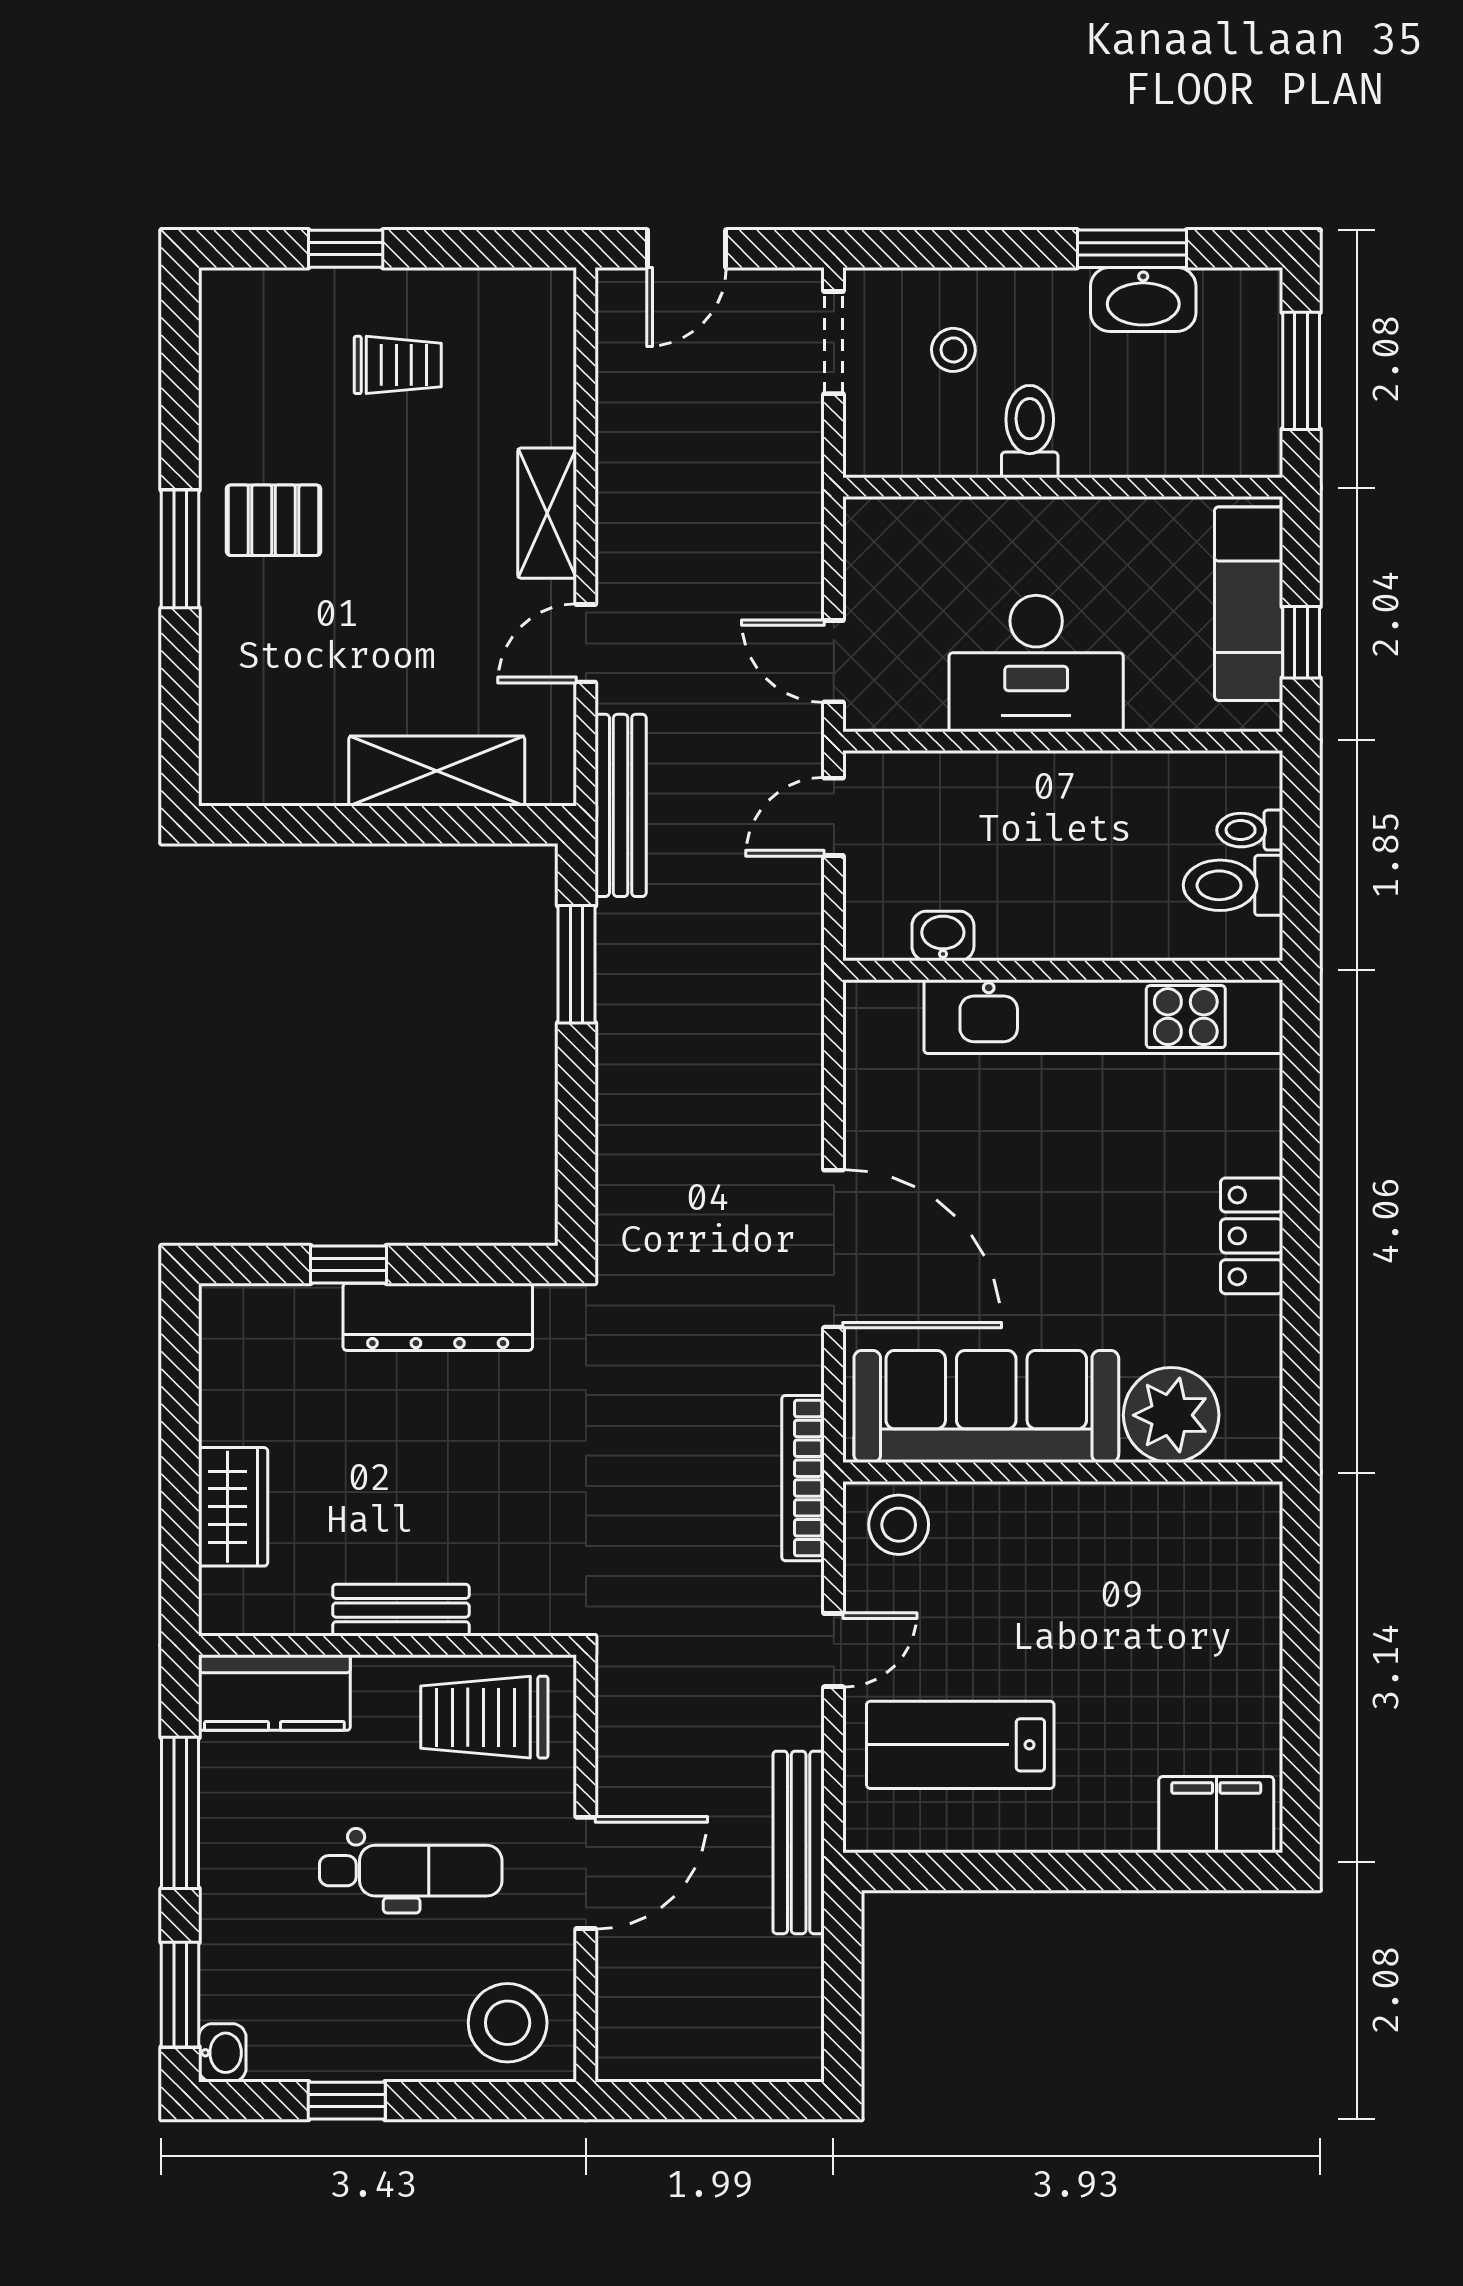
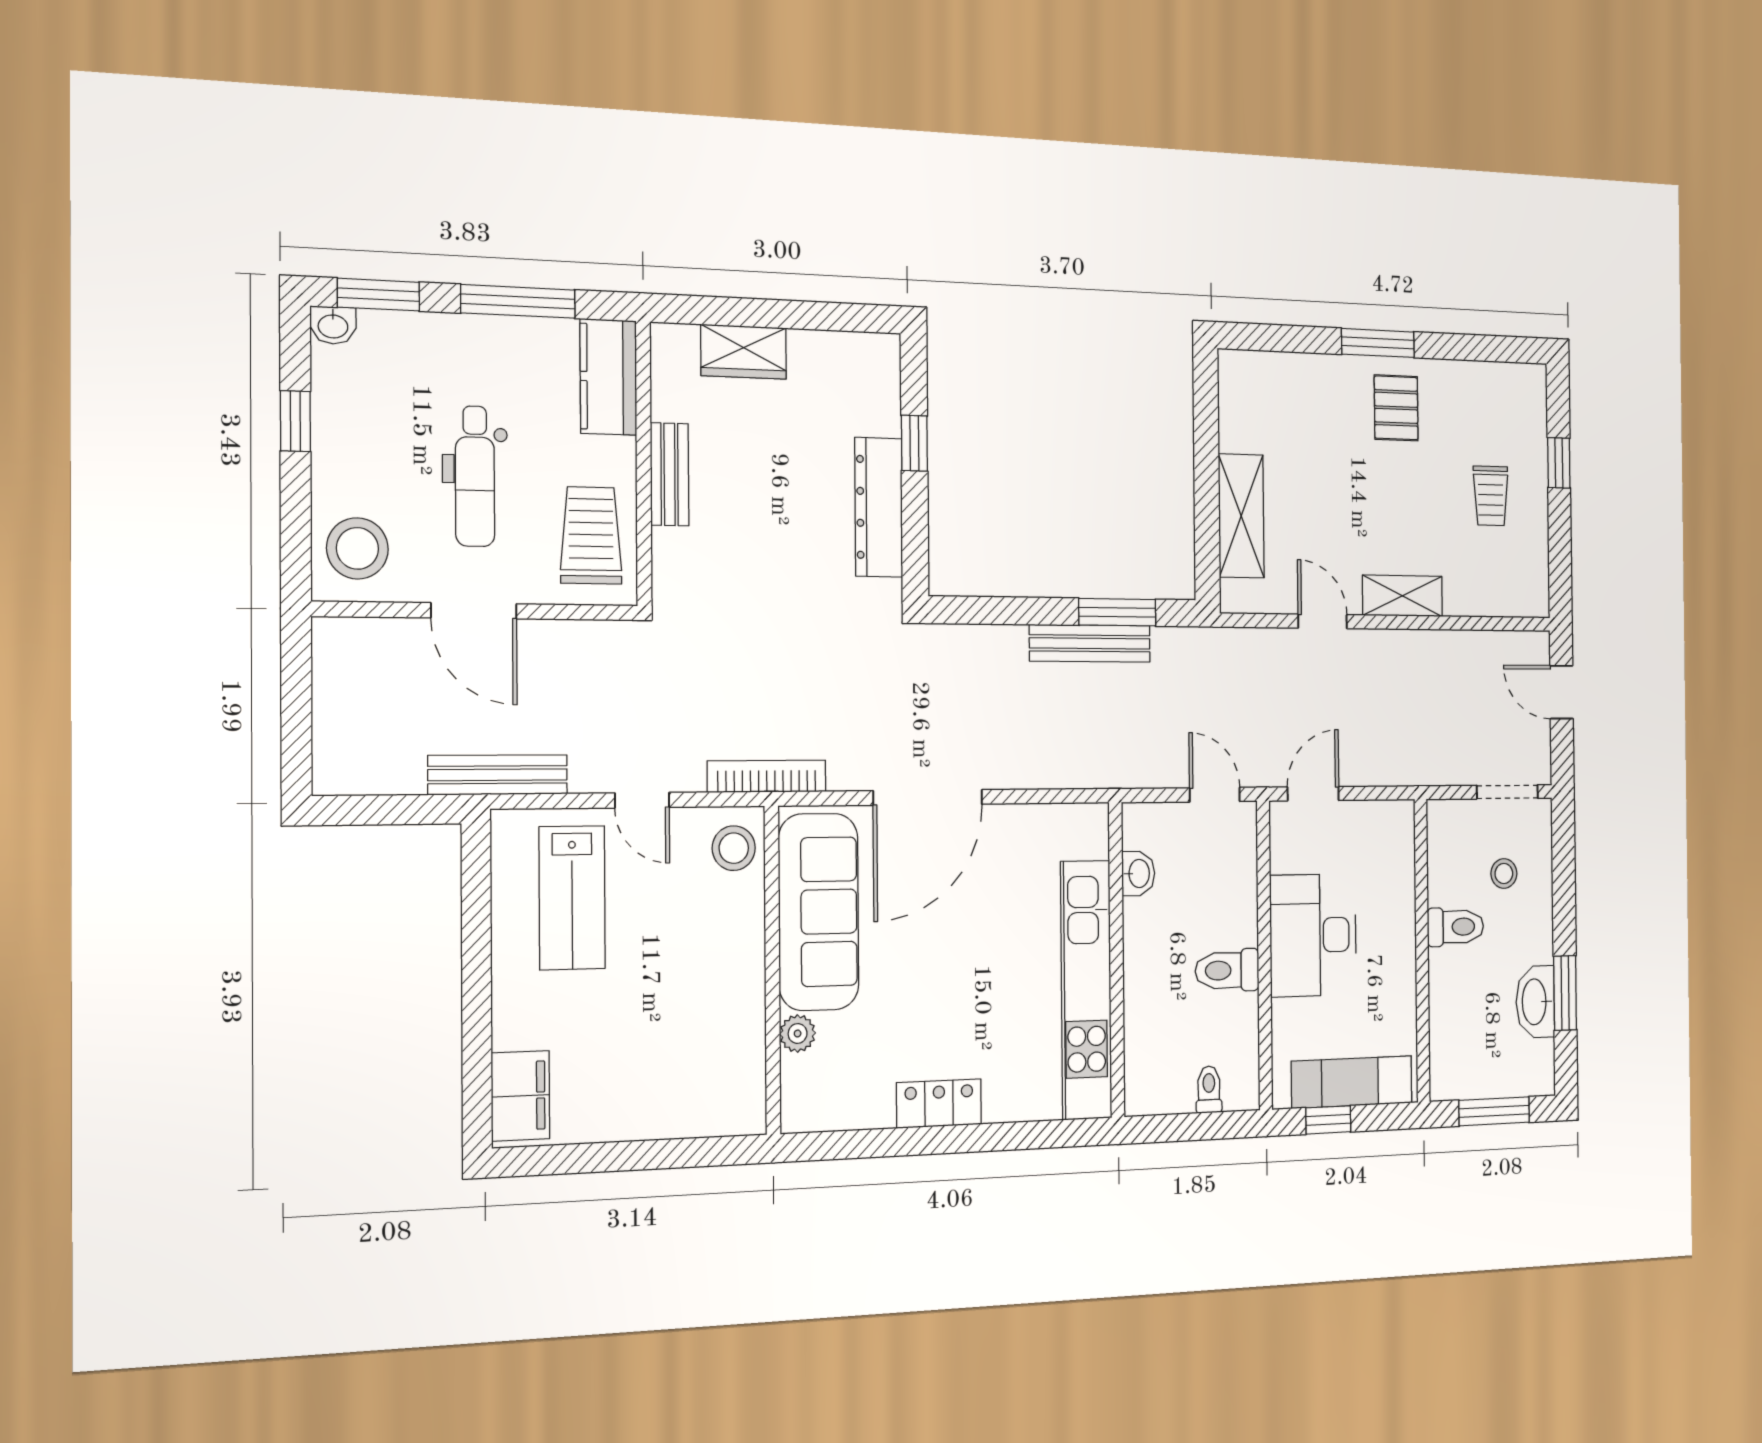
bench: (621, 805) -> (1090, 643), moved
toilet: (1233, 885) -> (1227, 970), moved, turned -90
plant: (1171, 1415) -> (798, 1033), width x0.53, depth x0.53
lab bench: (960, 1745) -> (572, 898), turned 180

